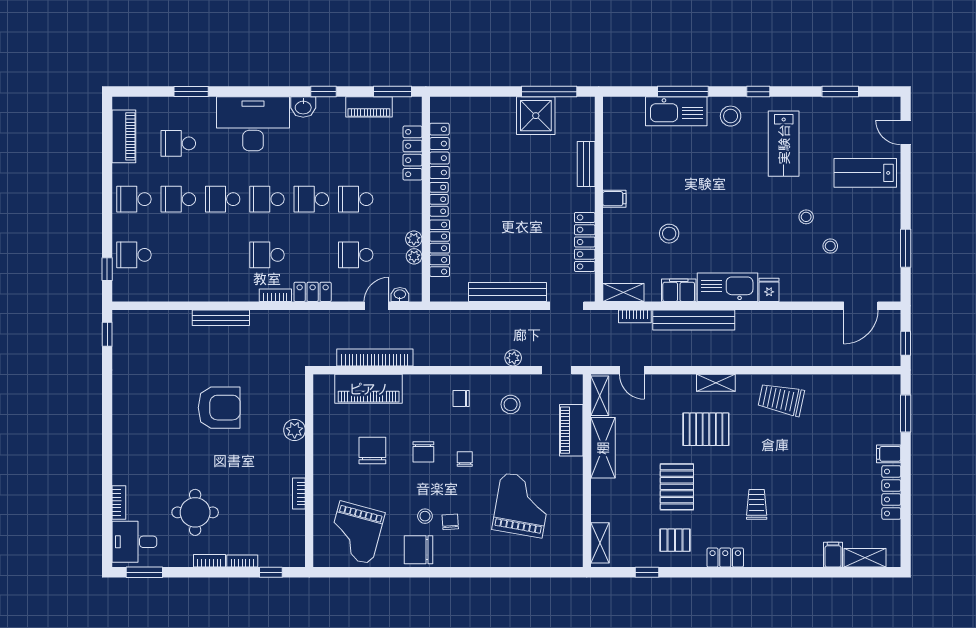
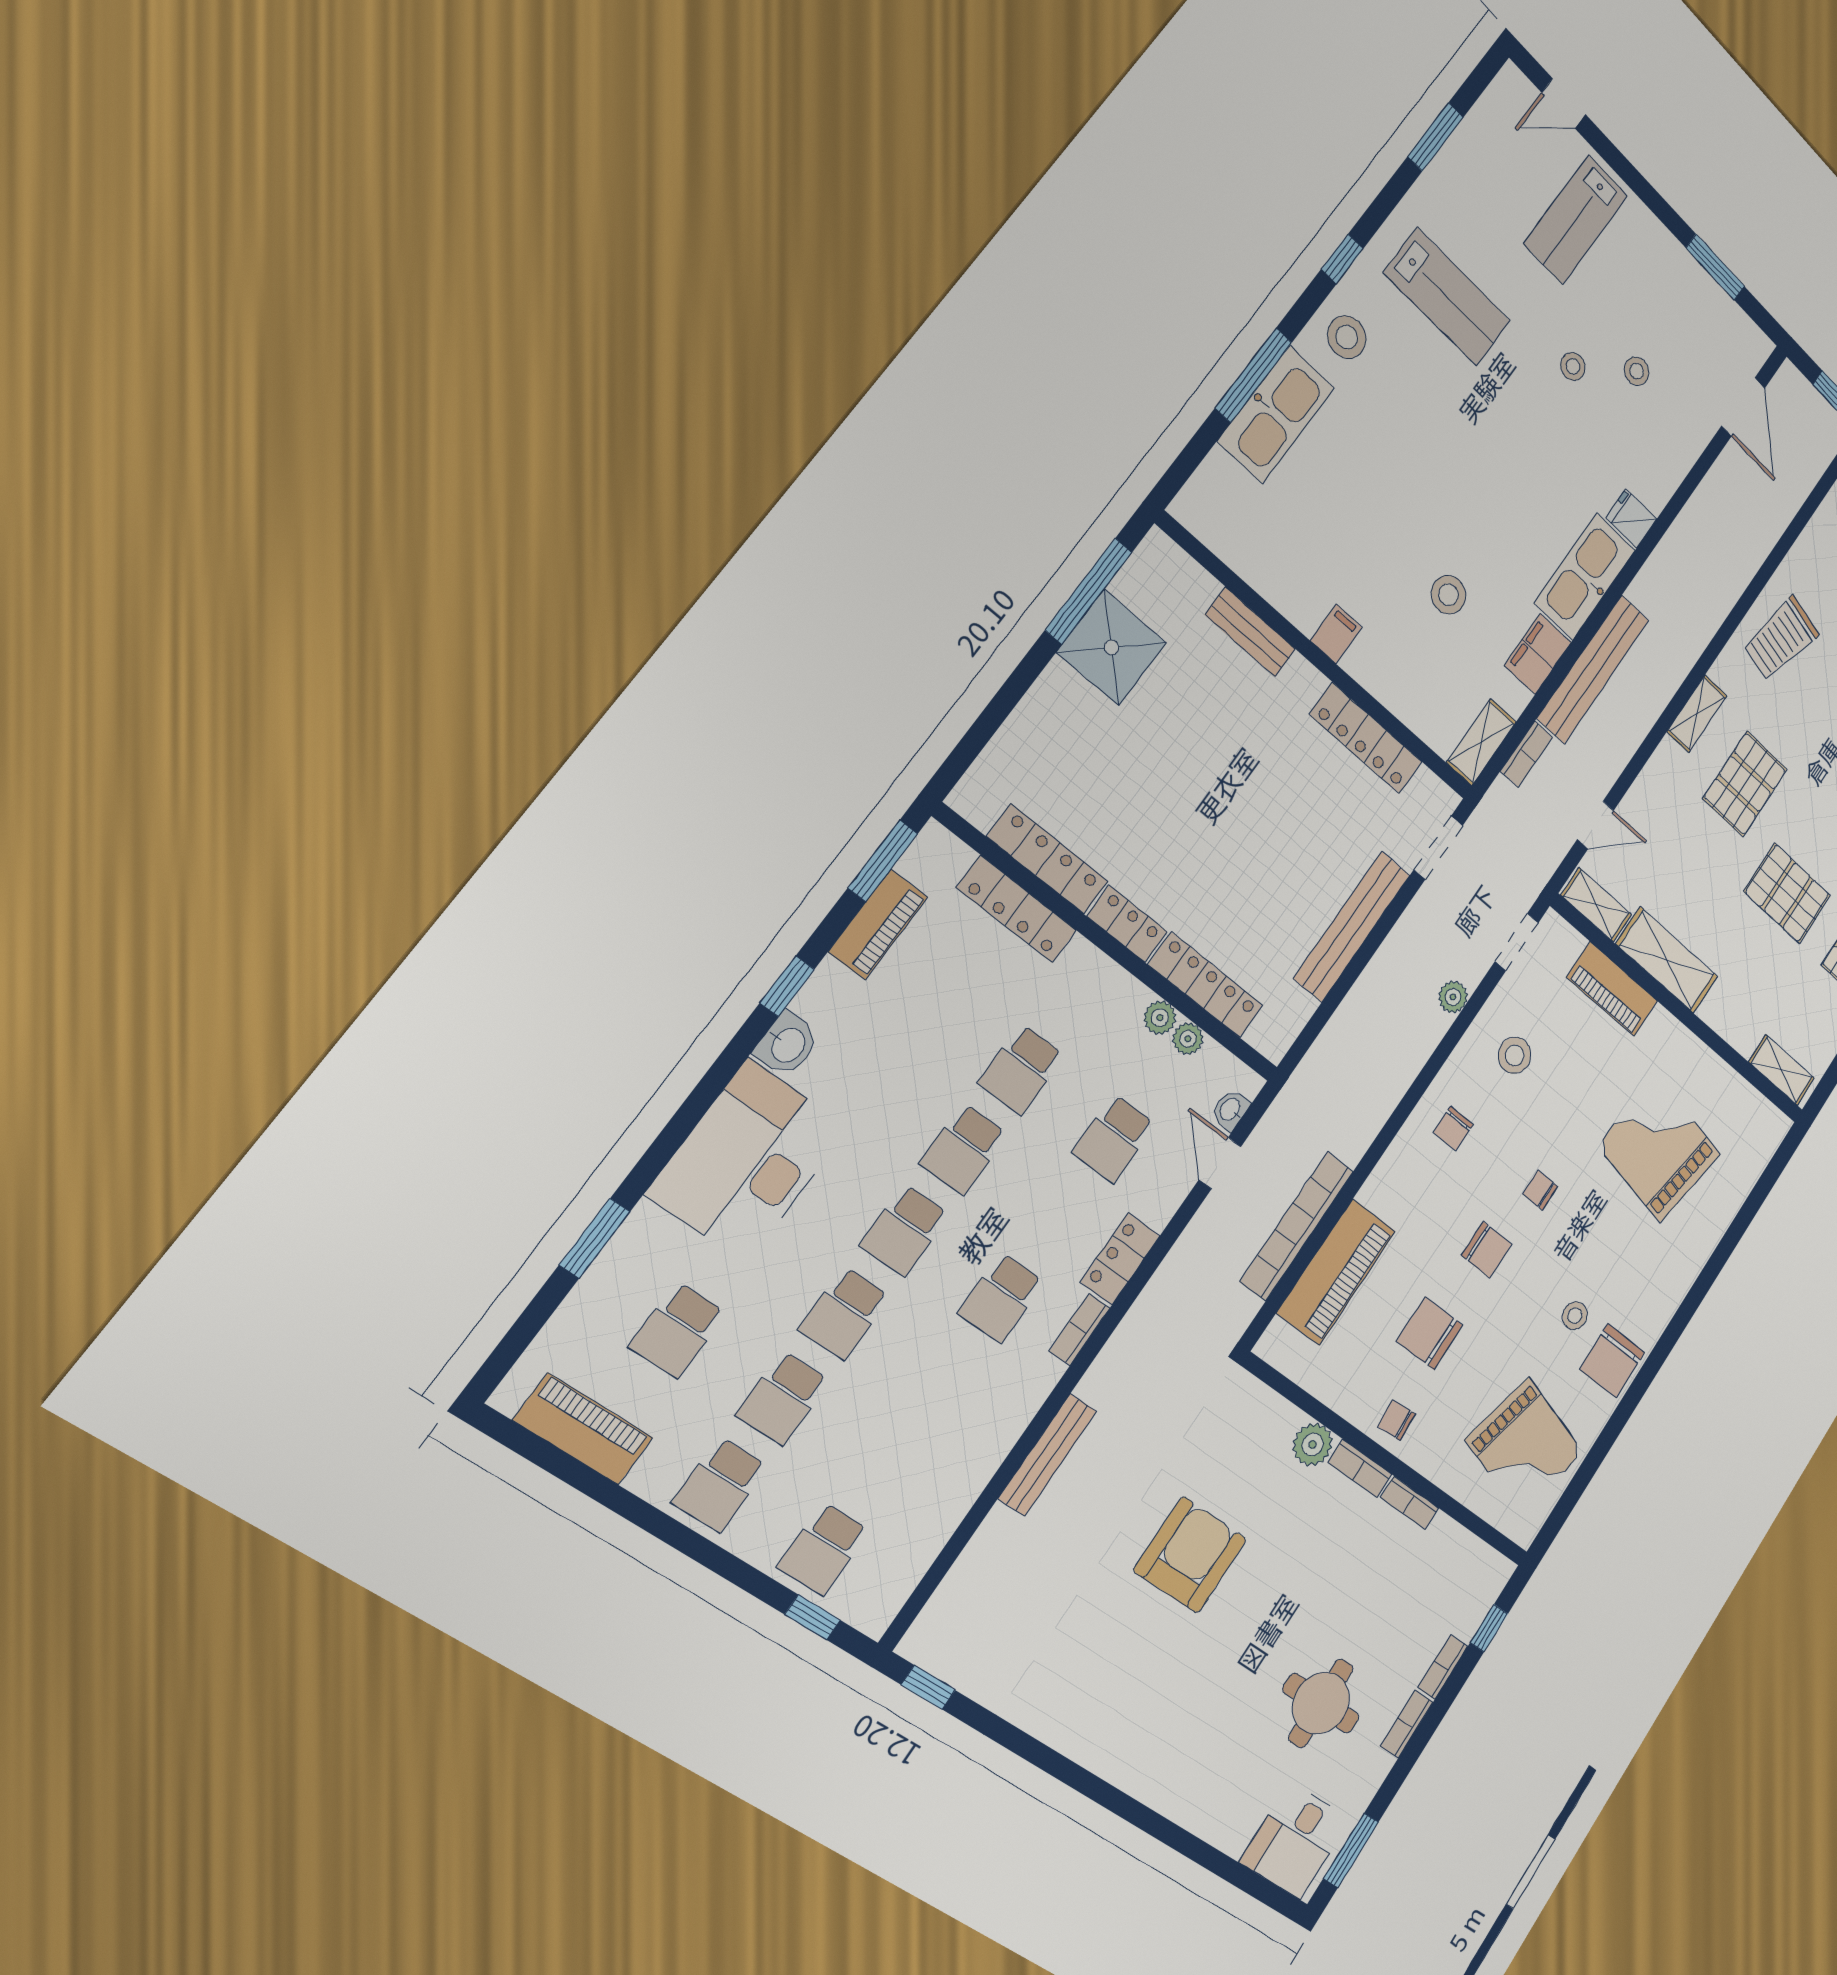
bookcase: (119, 503) -> (1360, 1468), moved, turned 180
chair: (450, 522) -> (1396, 1420), moved

